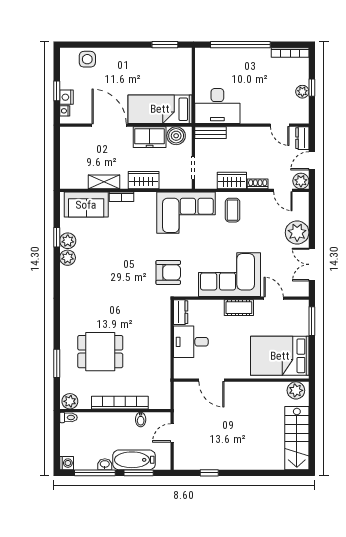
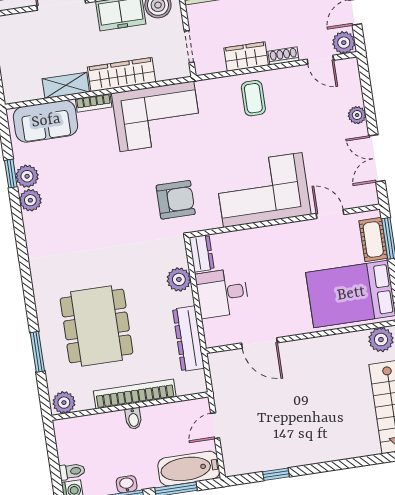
wardrobe: (144, 180) -> (122, 75), width x1.50
corner sofa: (186, 213) -> (157, 116), moved
plant: (297, 233) -> (357, 115), width x0.53, depth x0.53
cot: (239, 308) -> (373, 240), moved, turned 90
plant: (162, 328) -> (179, 279), added
dining table: (100, 352) -> (96, 326), width x1.38
dresser: (163, 370) -> (188, 339), added
toilet: (68, 417) -> (72, 471), moved
bidet: (141, 420) -> (133, 419), moved
bathtub: (134, 460) -> (189, 468), moved

